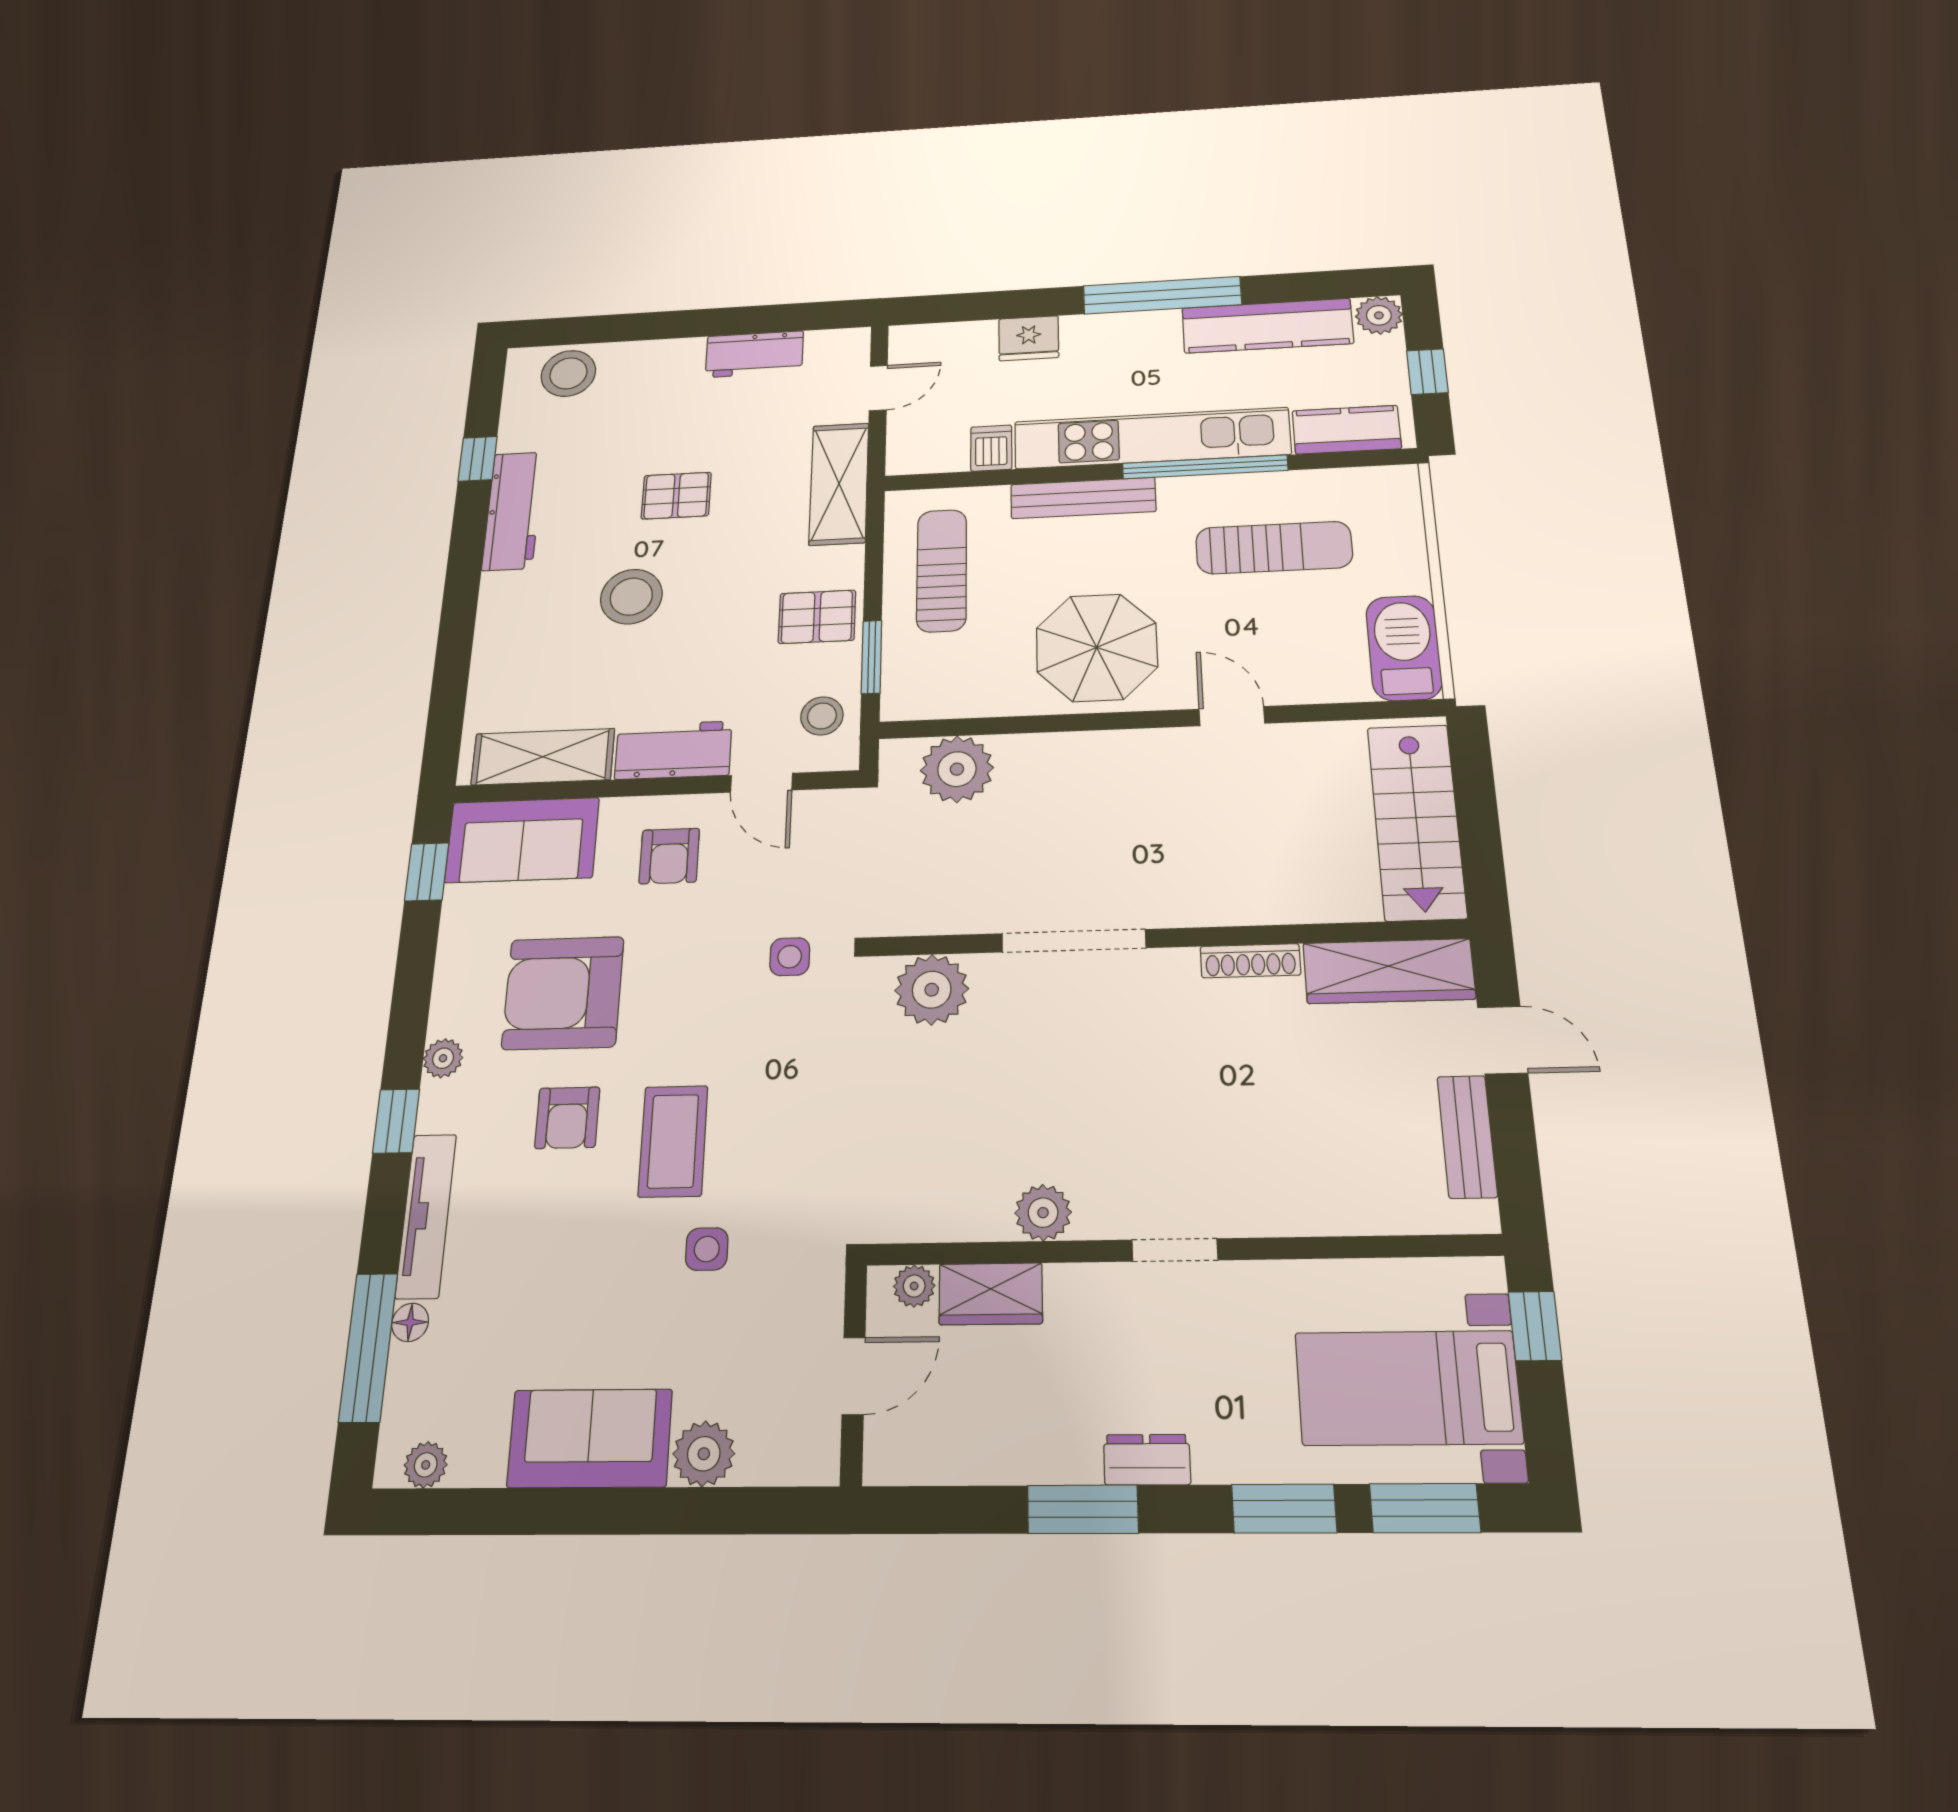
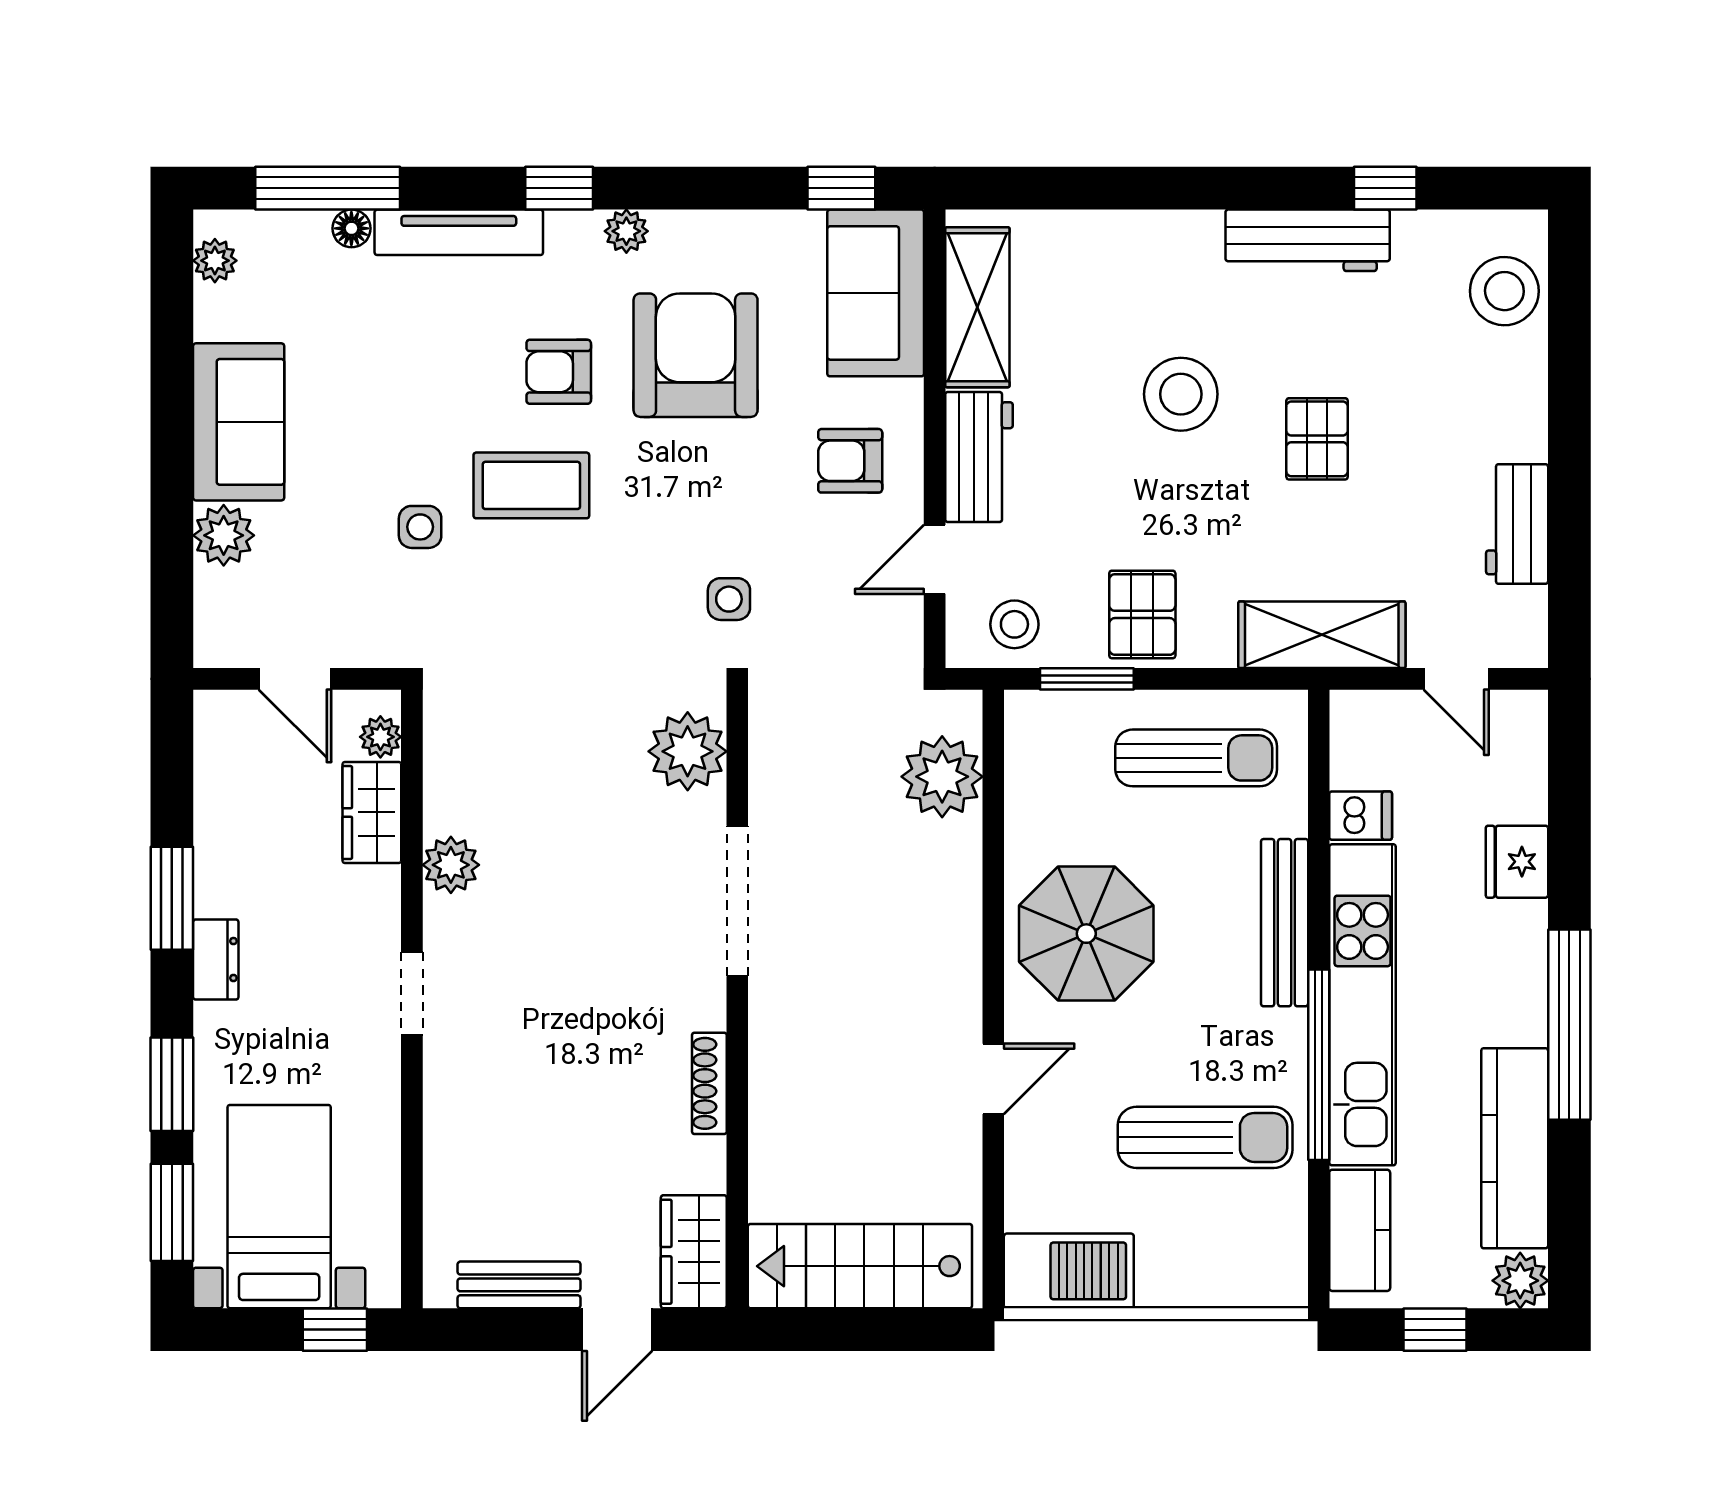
sun lounger: (1274, 548) -> (1205, 1137), turned -90
wardrobe: (1389, 971) -> (694, 1252), width x0.67

